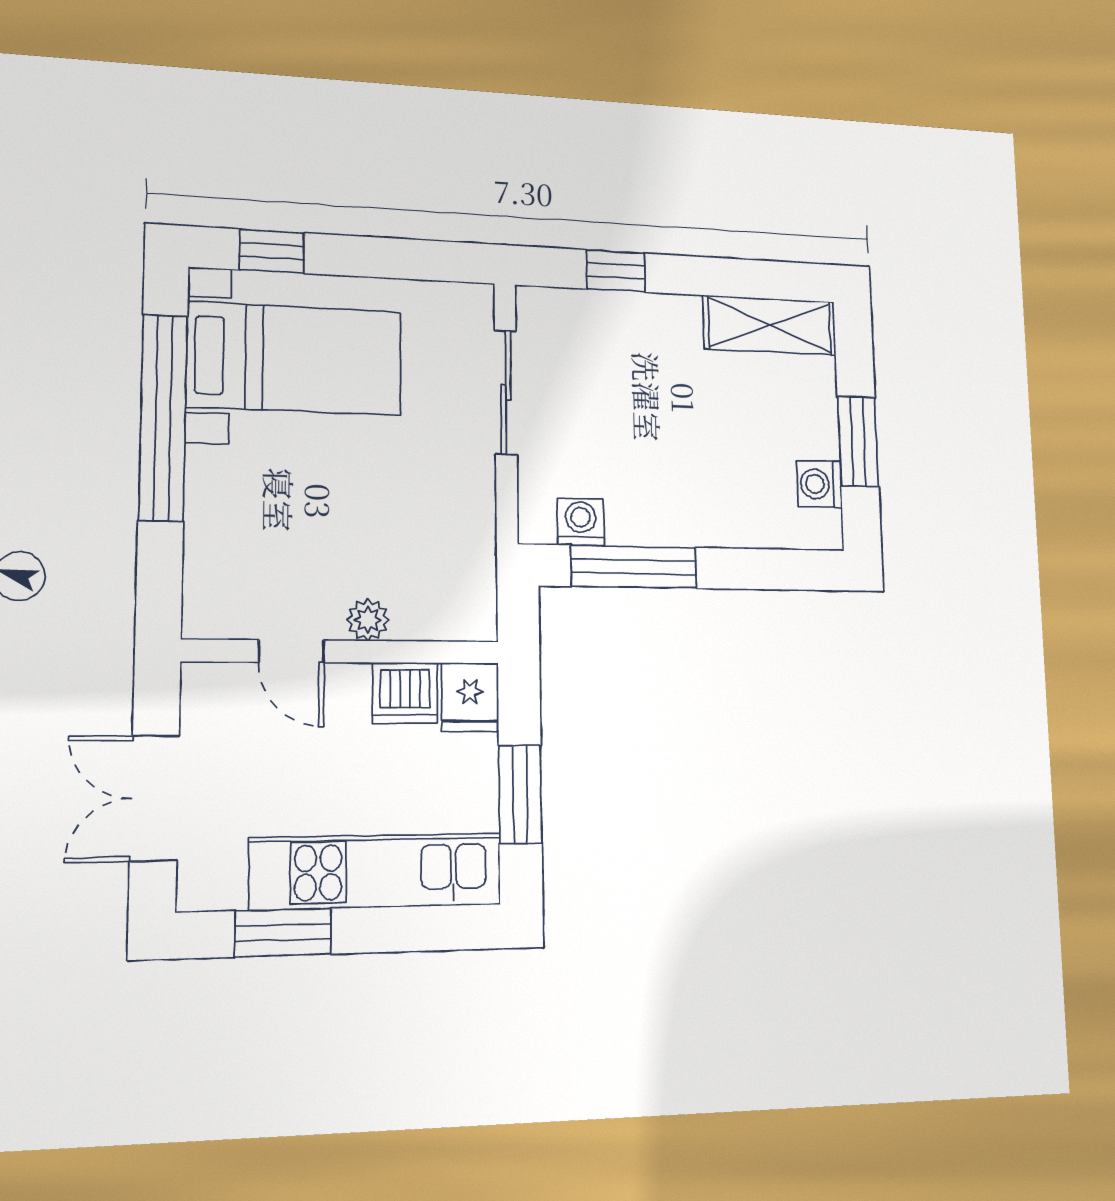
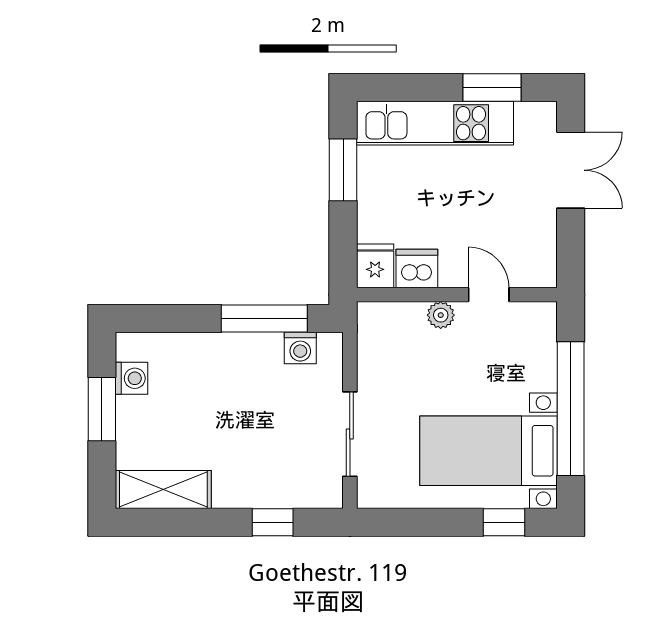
plant: (368, 620) -> (441, 315), moved
door: (292, 651) -> (489, 295), moved
wall: (342, 652) -> (457, 295), moved
dishwasher: (405, 693) -> (417, 269), moved
fridge: (470, 697) -> (375, 266), moved

